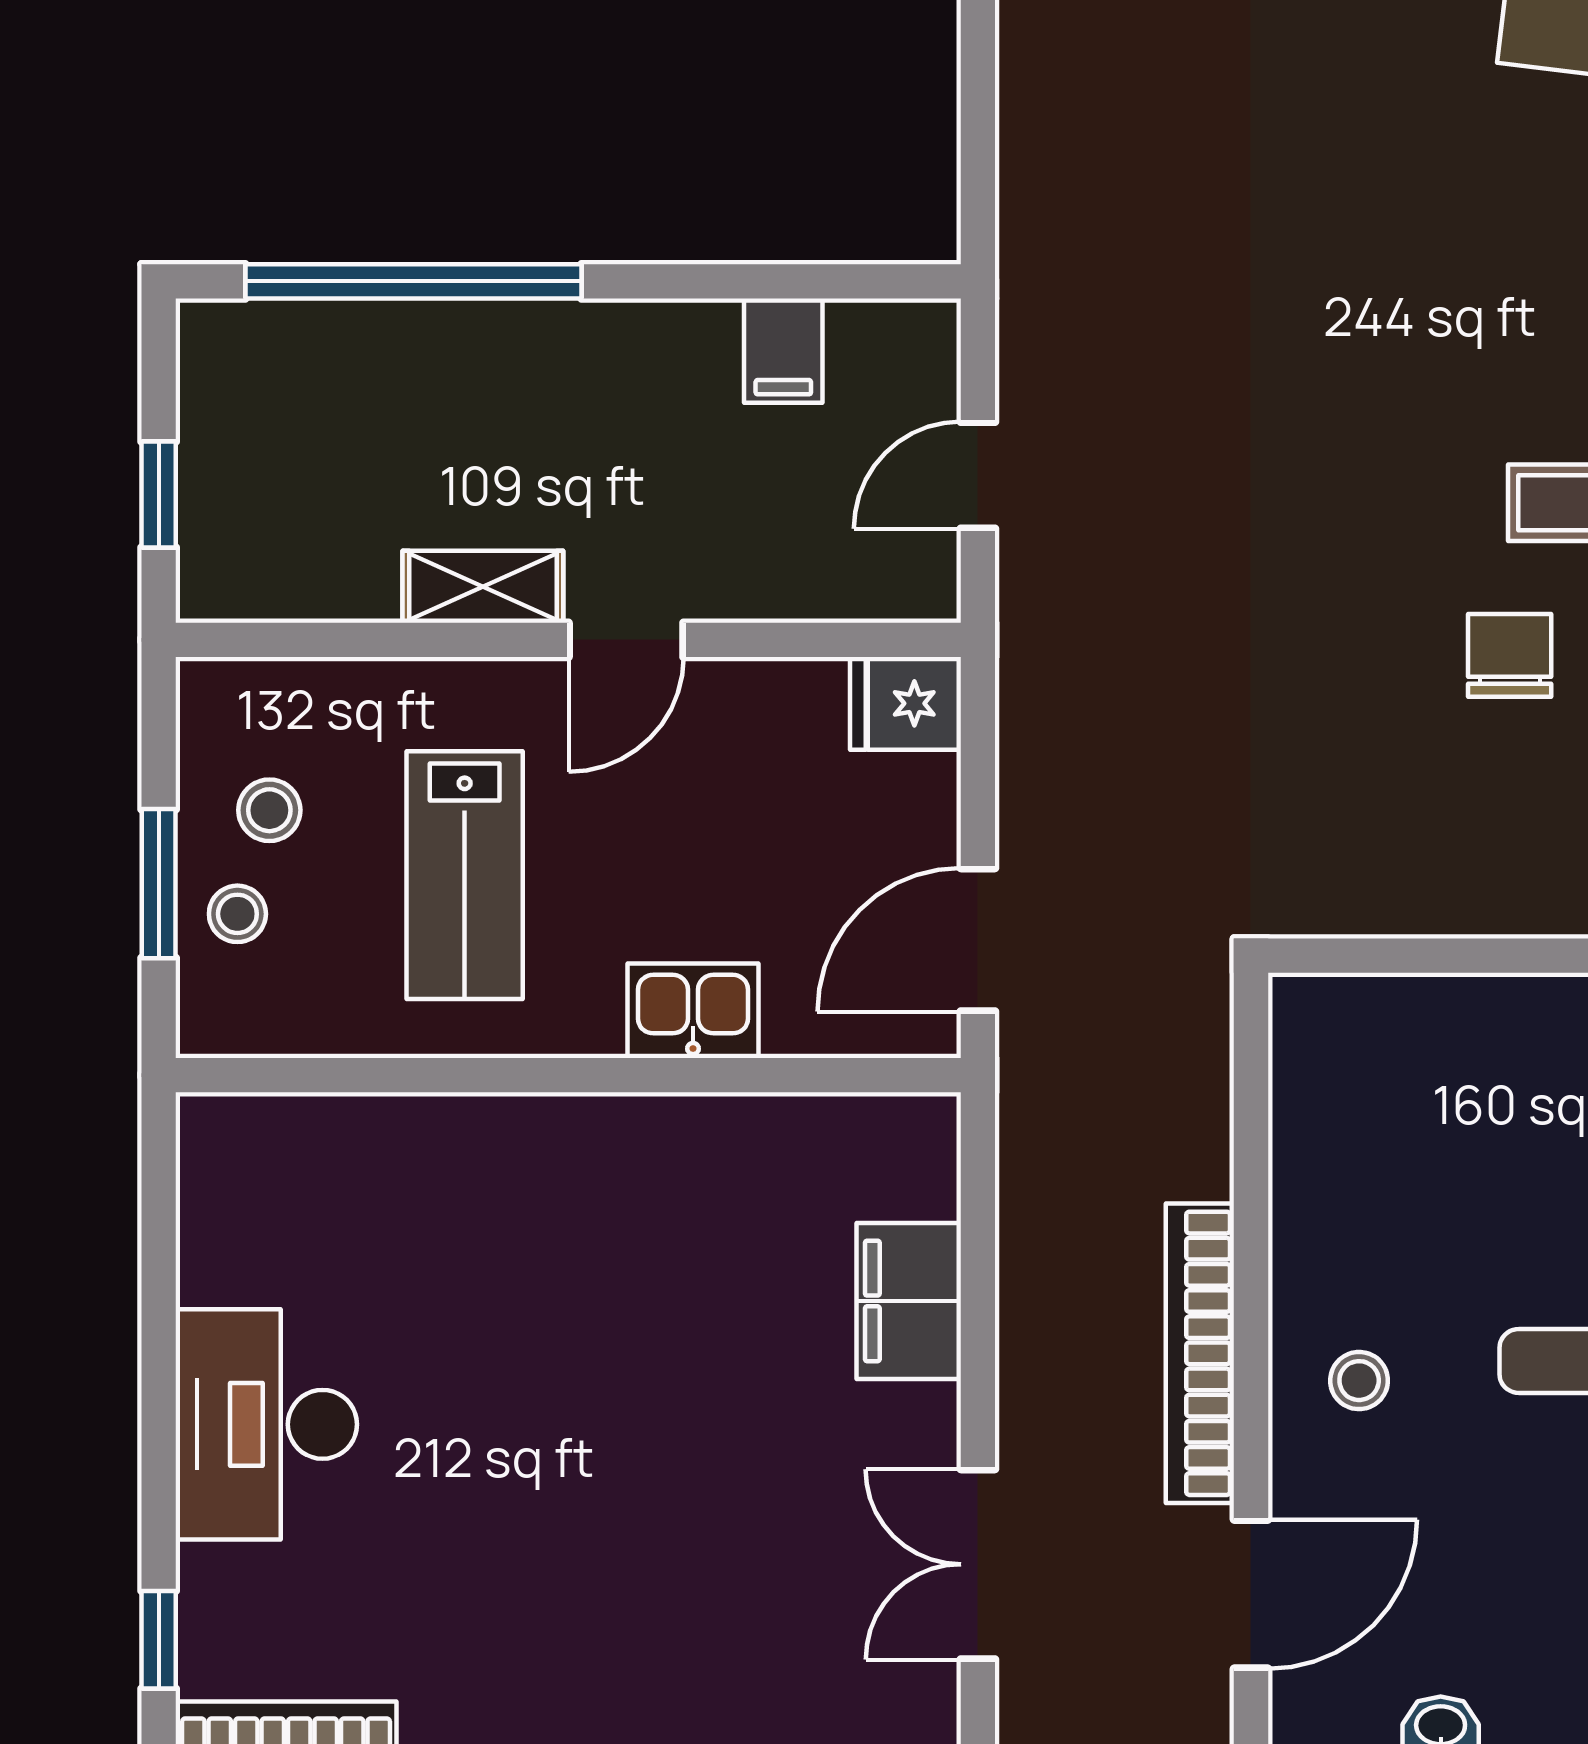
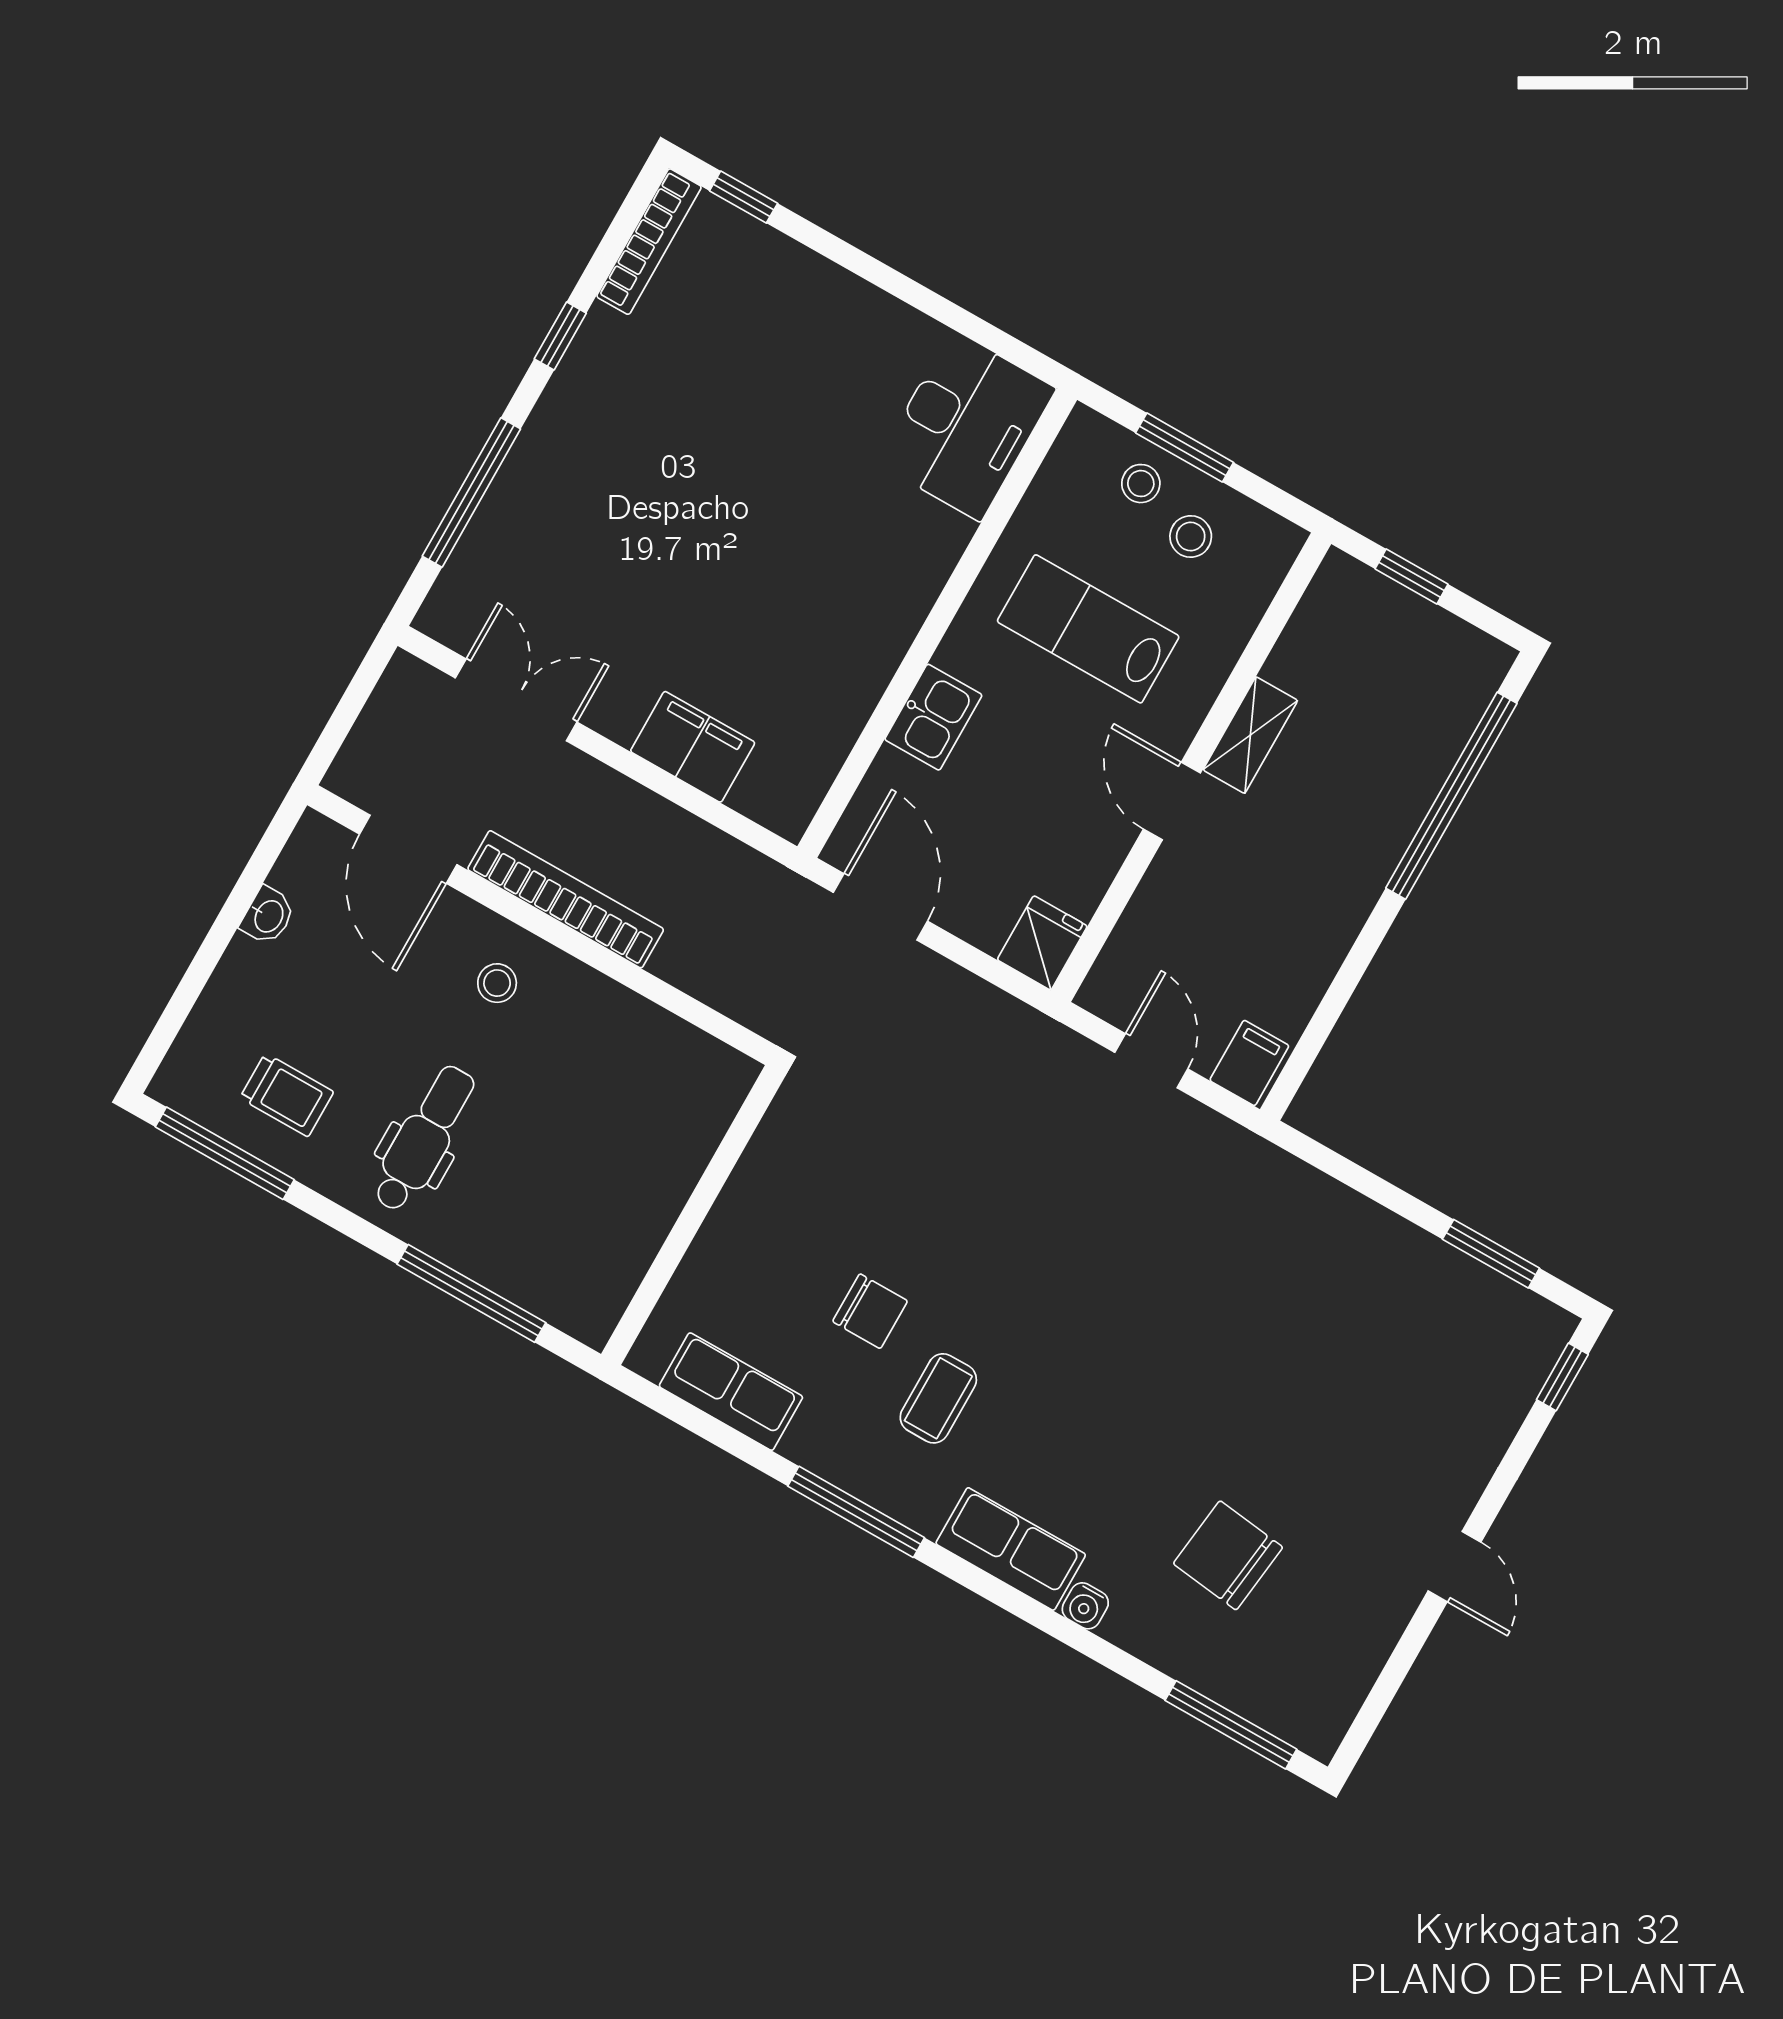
filing cabinet: (783, 351) -> (1249, 1063), moved, turned 90
desk: (266, 1424) -> (966, 426), moved, turned 90

